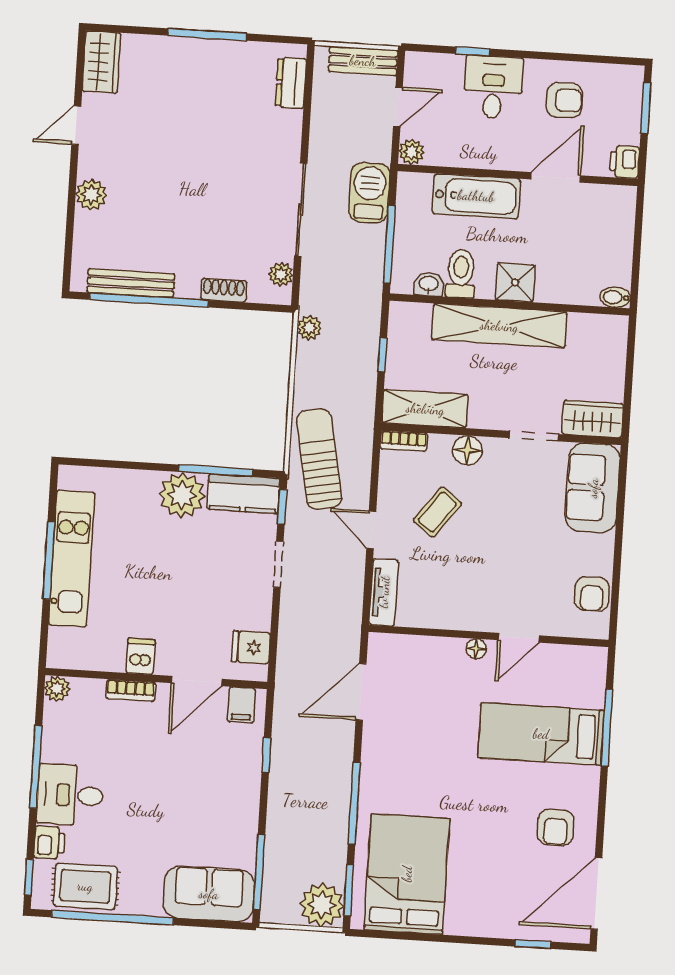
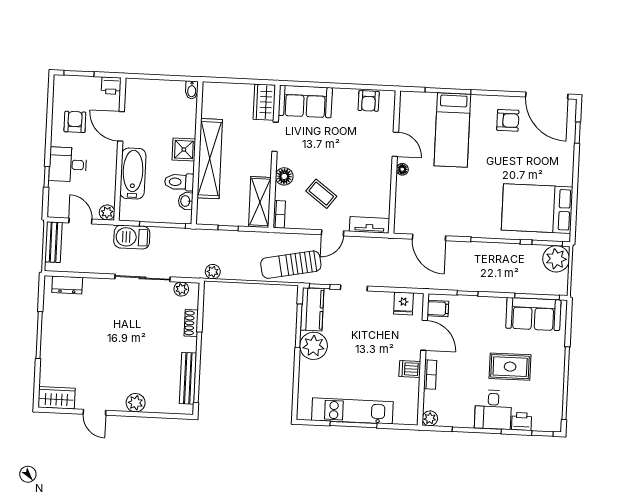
armchair: (592, 594) -> (369, 101), turned 90
rug: (85, 886) -> (510, 367), moved, turned 90
sofa: (209, 894) -> (533, 314), moved, turned -90

